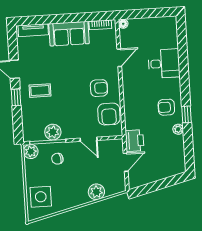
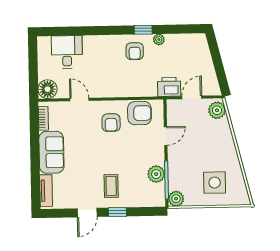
floor lamp: (123, 24) -> (47, 89), width x1.89, depth x1.89
desk: (164, 64) -> (67, 52), moved
armchair: (99, 88) -> (111, 123), turned 180
chair: (57, 159) -> (185, 170), removed
door: (126, 162) -> (192, 97), hinge flipped
plant: (96, 192) -> (217, 110), moved
side table: (41, 197) -> (215, 183), moved

